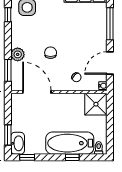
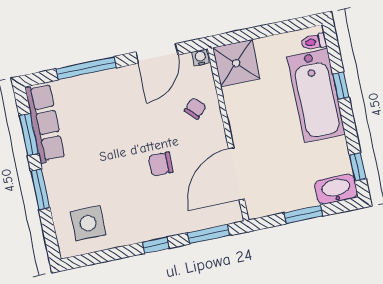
window: (8, 15) -> (156, 245), moved
plant: (18, 54) -> (176, 223), removed
door: (110, 63) -> (157, 53), hinge flipped
window: (8, 135) -> (303, 214), moved

